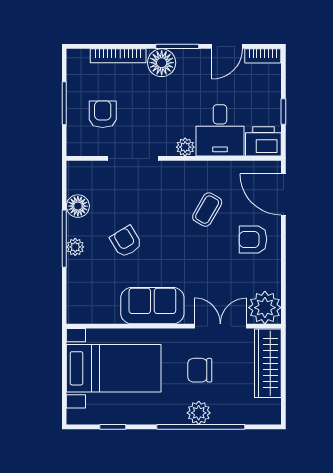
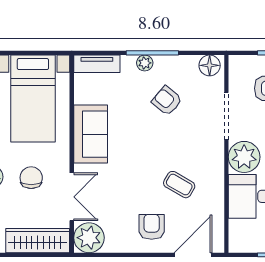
printer: (263, 141) -> (242, 236), removed
plant: (185, 147) -> (244, 157), width x1.88, depth x1.88
floor lamp: (78, 206) -> (210, 65), moved
armchair: (126, 242) -> (167, 101), moved, turned -109
tv unit: (76, 299) -> (97, 64), added

